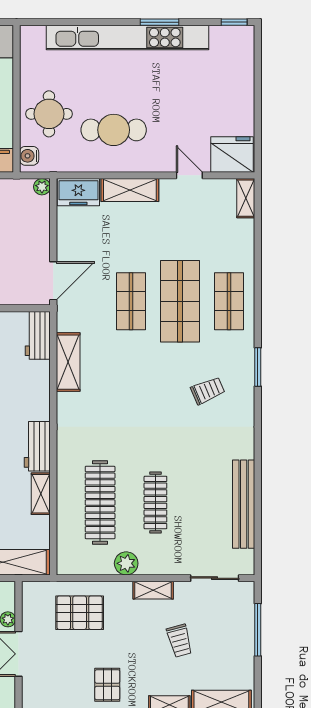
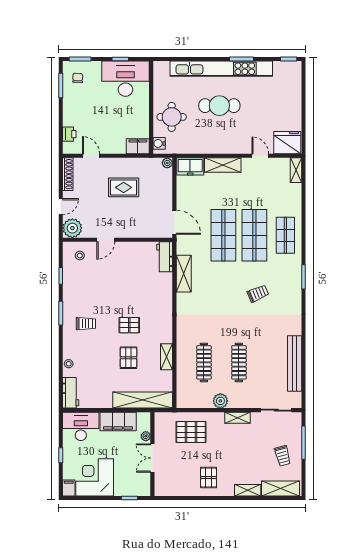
cafe table: (114, 130) -> (219, 106), moved
door: (53, 281) -> (174, 222), hinge flipped
shop shelf: (131, 301) -> (223, 235), width x1.43, depth x1.36
trolley: (208, 391) -> (258, 293), moved
workbench: (37, 446) -> (164, 327), removed
clothes rail: (100, 502) -> (204, 362), width x0.73, depth x0.76
trolley: (180, 641) -> (283, 456), moved

